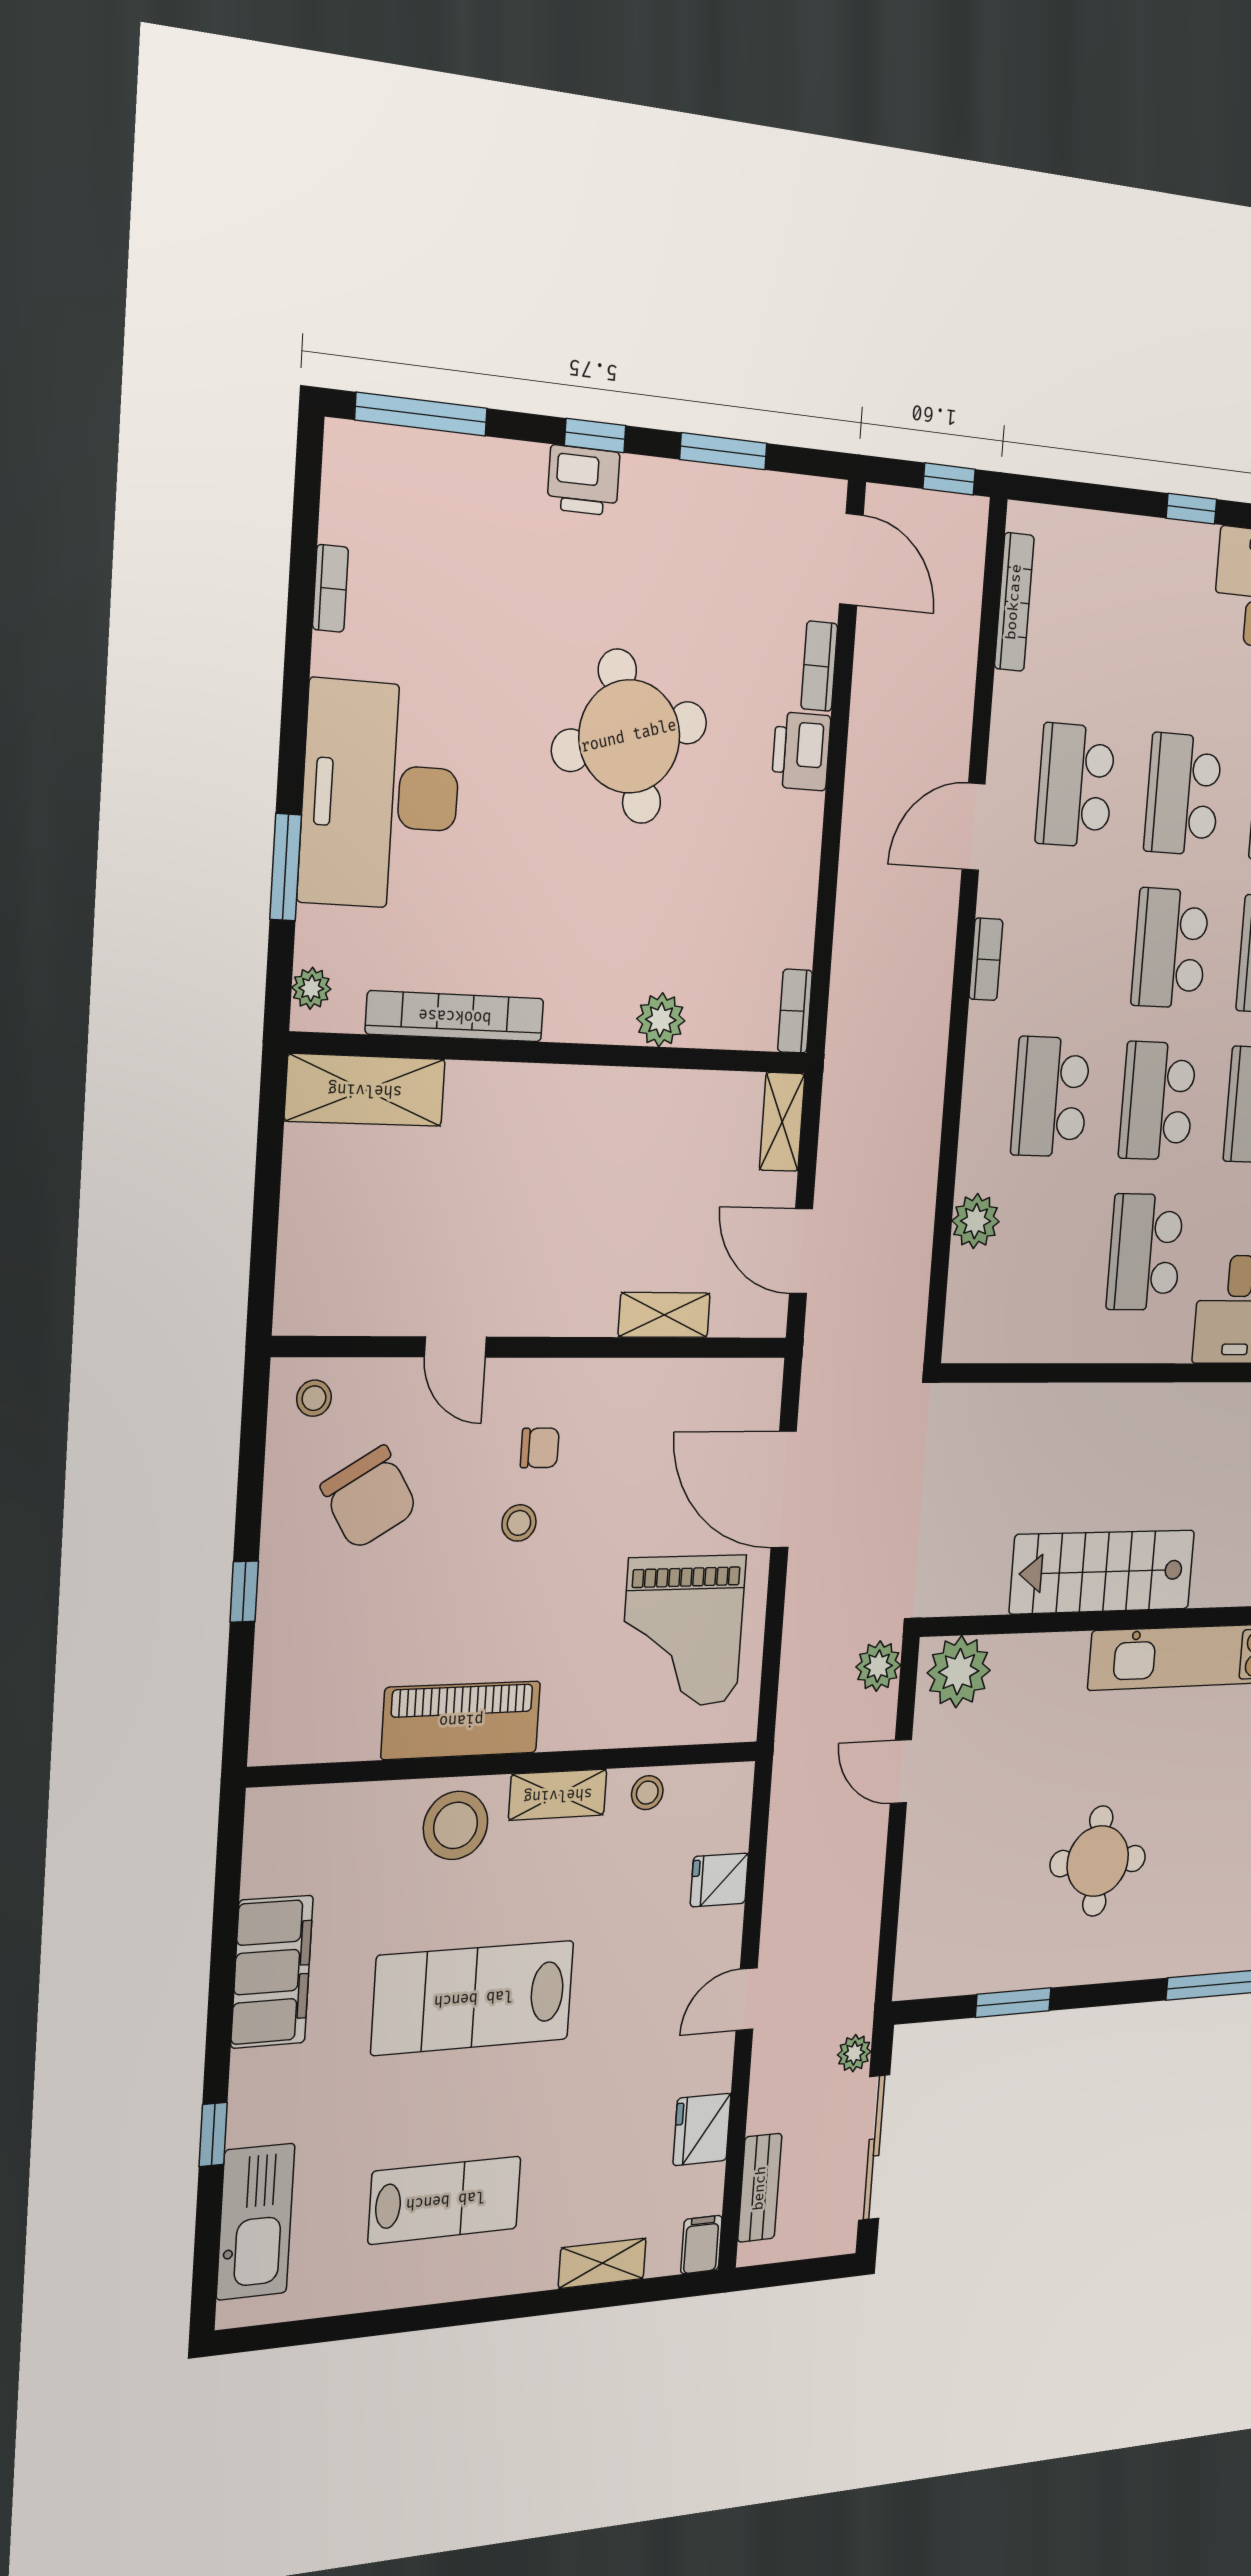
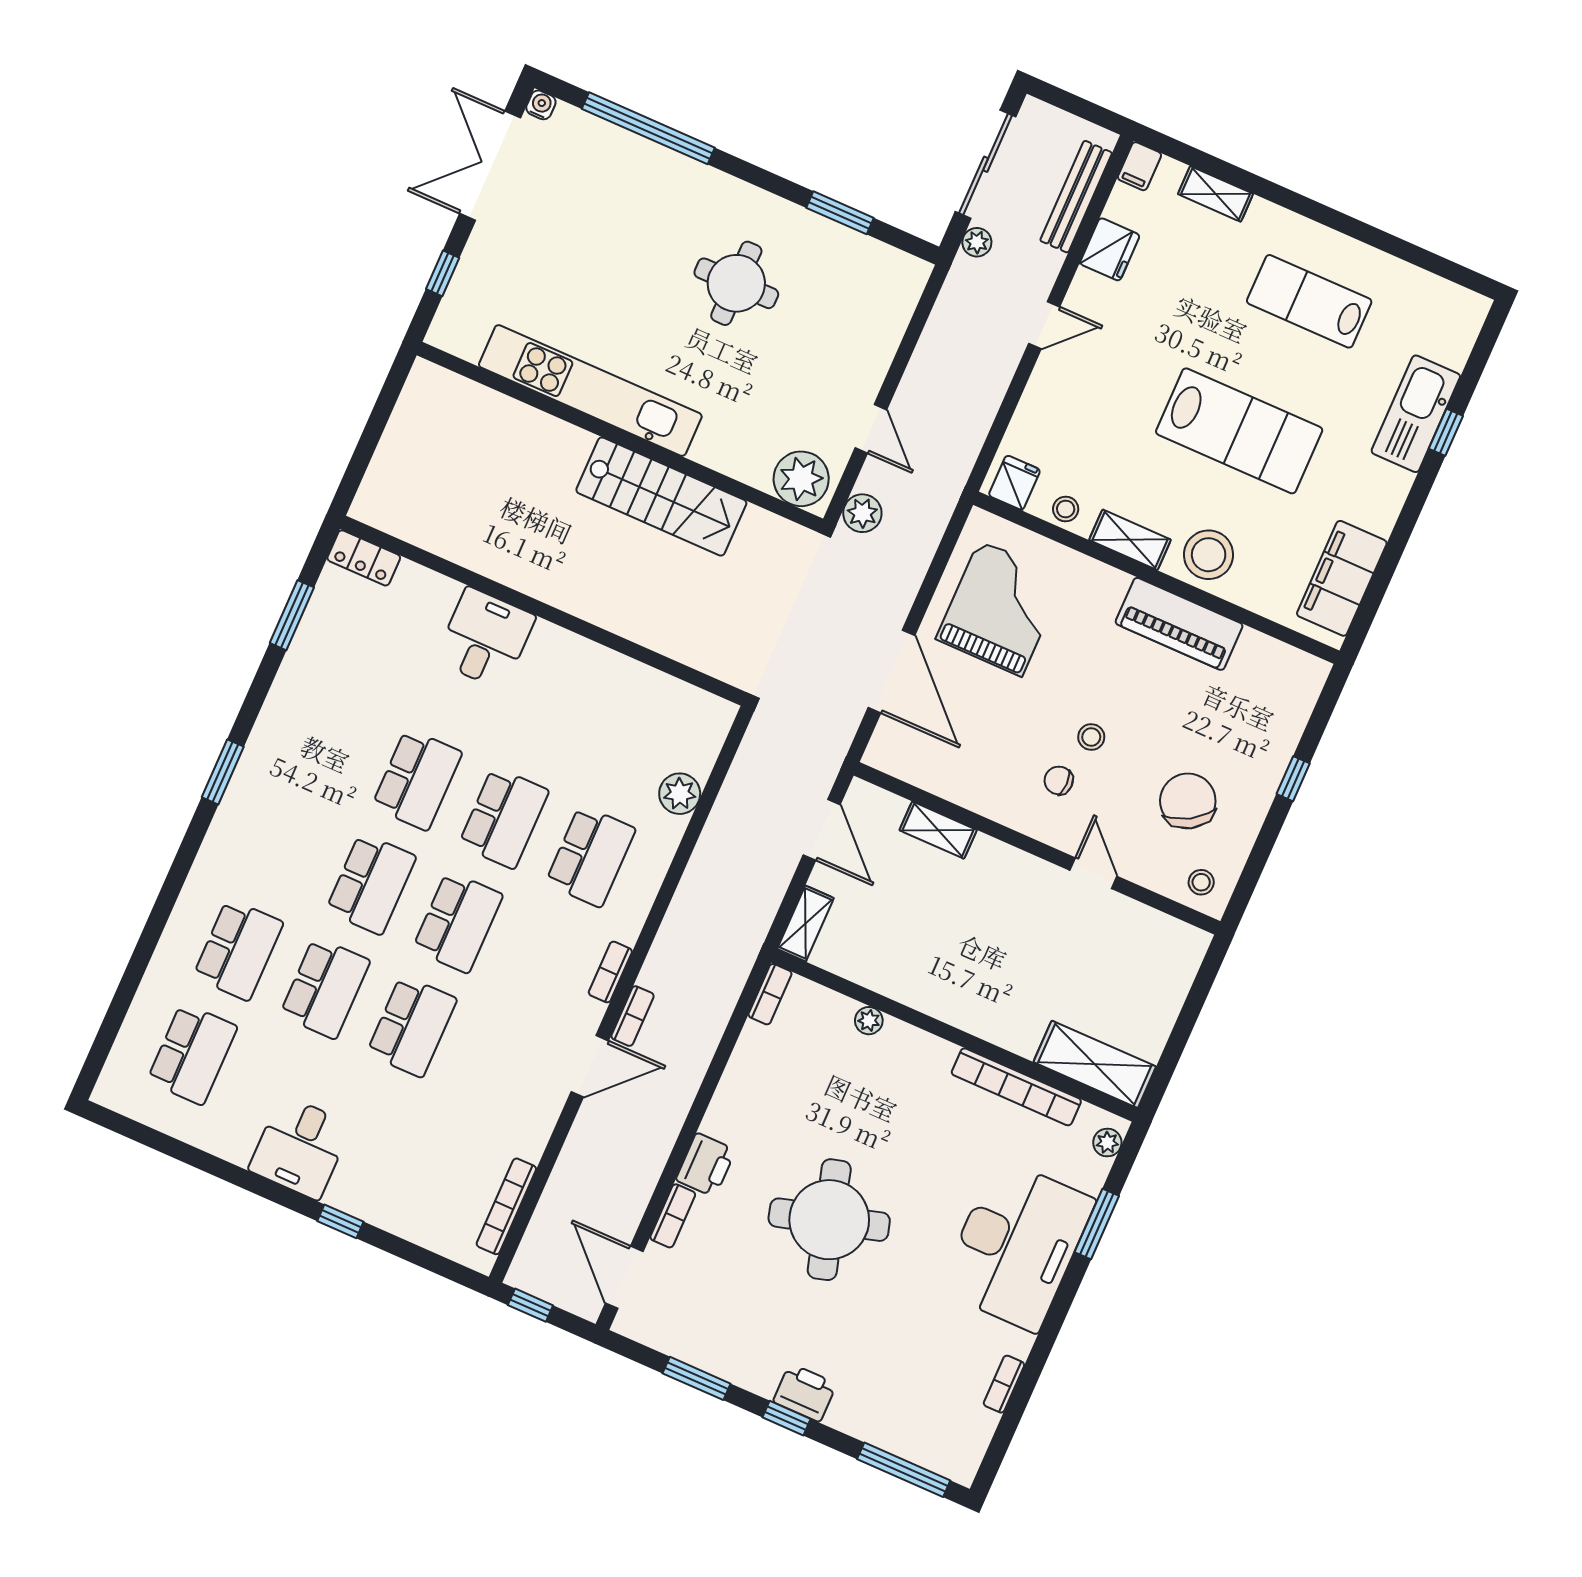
school desk: (1075, 786) -> (499, 1065), removed
bookcase: (944, 913) -> (633, 1016), added
plant: (661, 1020) -> (869, 1021), width x0.73, depth x0.73
school desk: (1145, 1252) -> (550, 714), removed
fridge: (719, 1880) -> (1014, 483), moved, turned -90
filing cabinet: (272, 1972) -> (1342, 578), moved
bench: (760, 2188) -> (1076, 197), width x1.36
kitchen sink: (256, 2222) -> (1416, 414), moved

